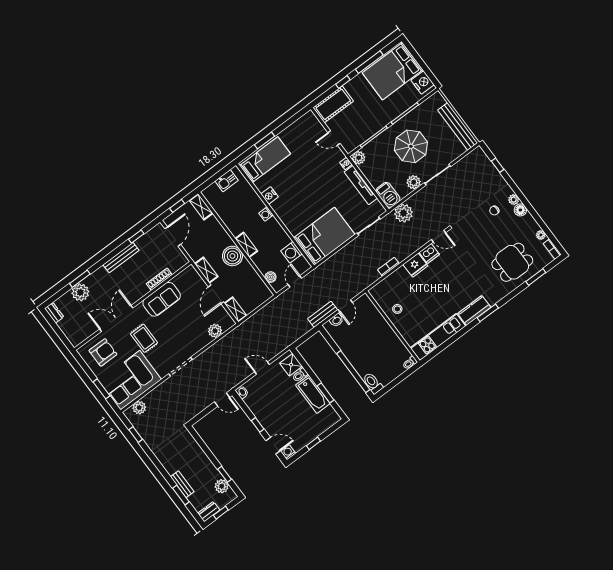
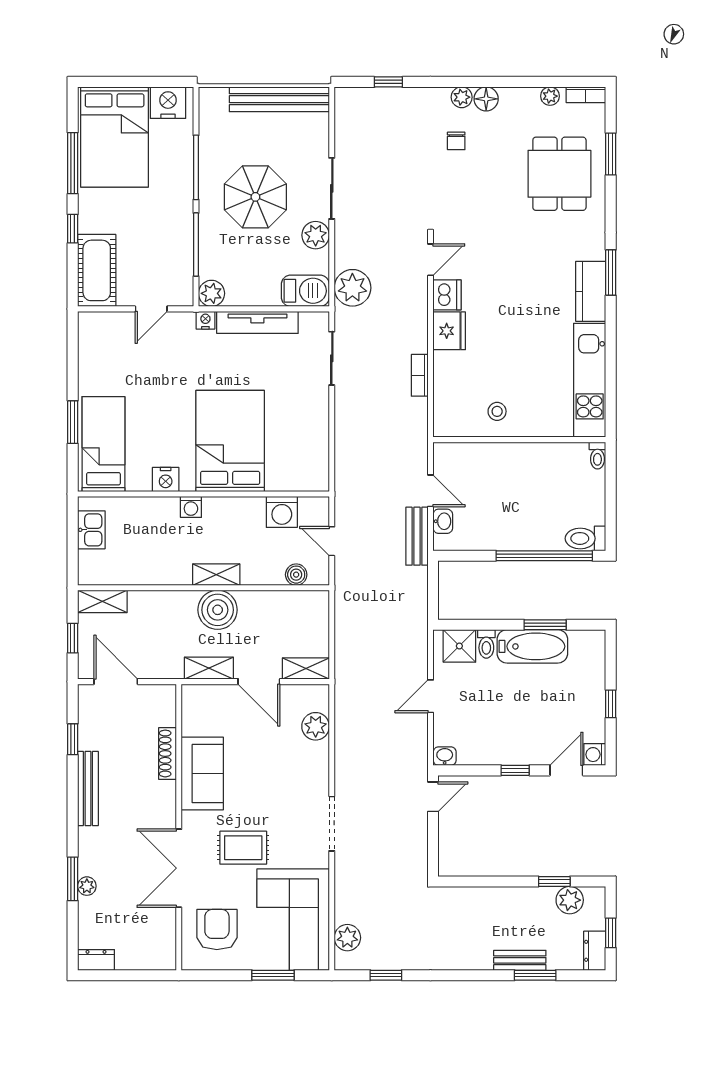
bed: (324, 236) -> (230, 441), moved
plant: (80, 292) -> (87, 886), width x0.53, depth x0.53

